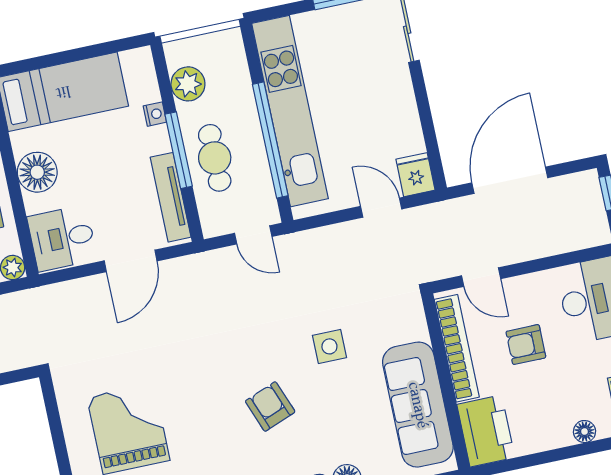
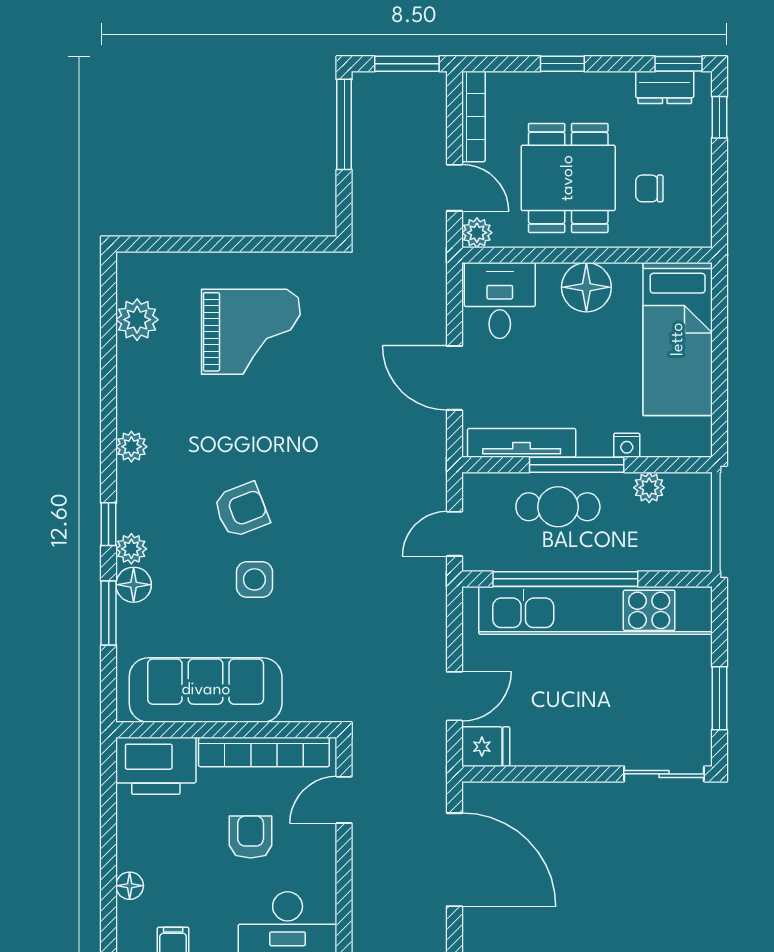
plant: (188, 84) -> (649, 488), width x0.73, depth x0.73
side table: (329, 346) -> (254, 579), moved

